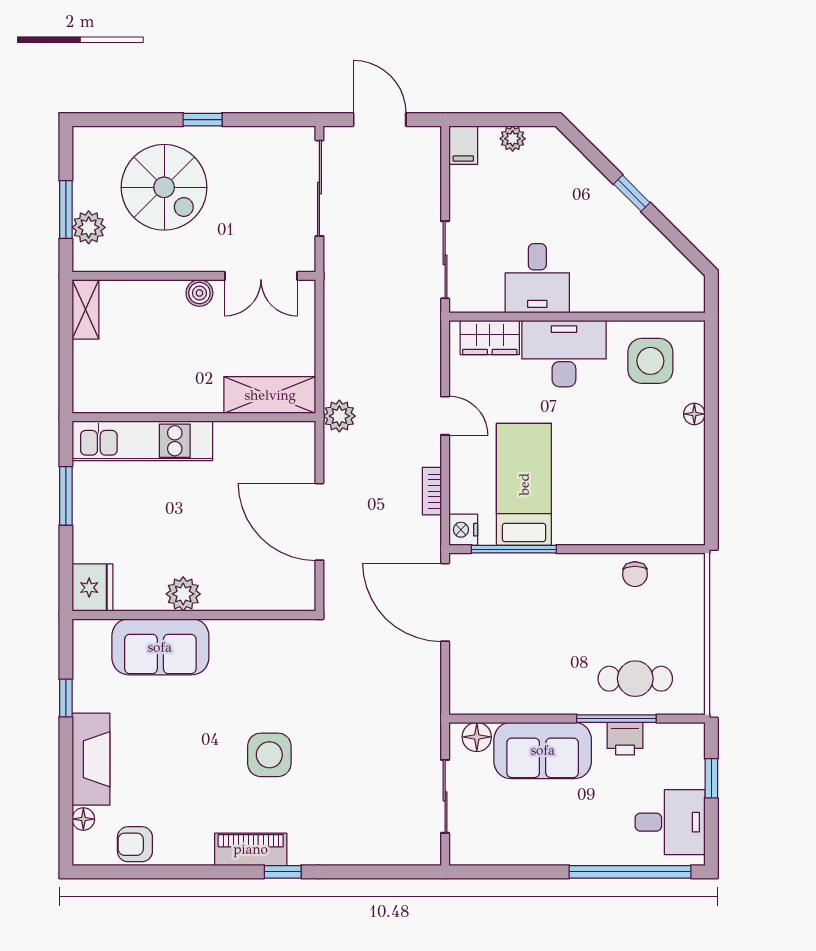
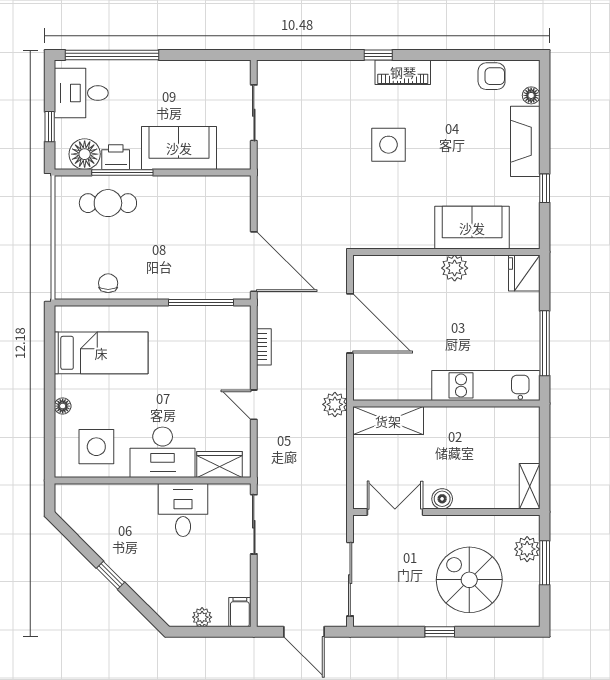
bed: (524, 484) -> (101, 353), moved, turned -90
window: (66, 496) -> (545, 343), width x1.44
nightstand: (463, 530) -> (240, 317), removed
floor lamp: (477, 737) -> (85, 154), moved, width x1.38, depth x1.38

